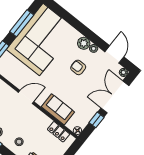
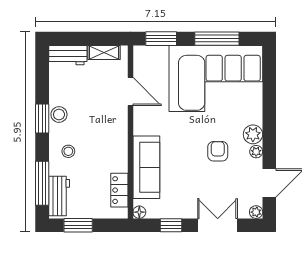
door: (26, 97) -> (130, 91), moved
double door: (115, 97) -> (218, 225), width x0.73
sofa: (58, 109) -> (146, 167), width x1.36

